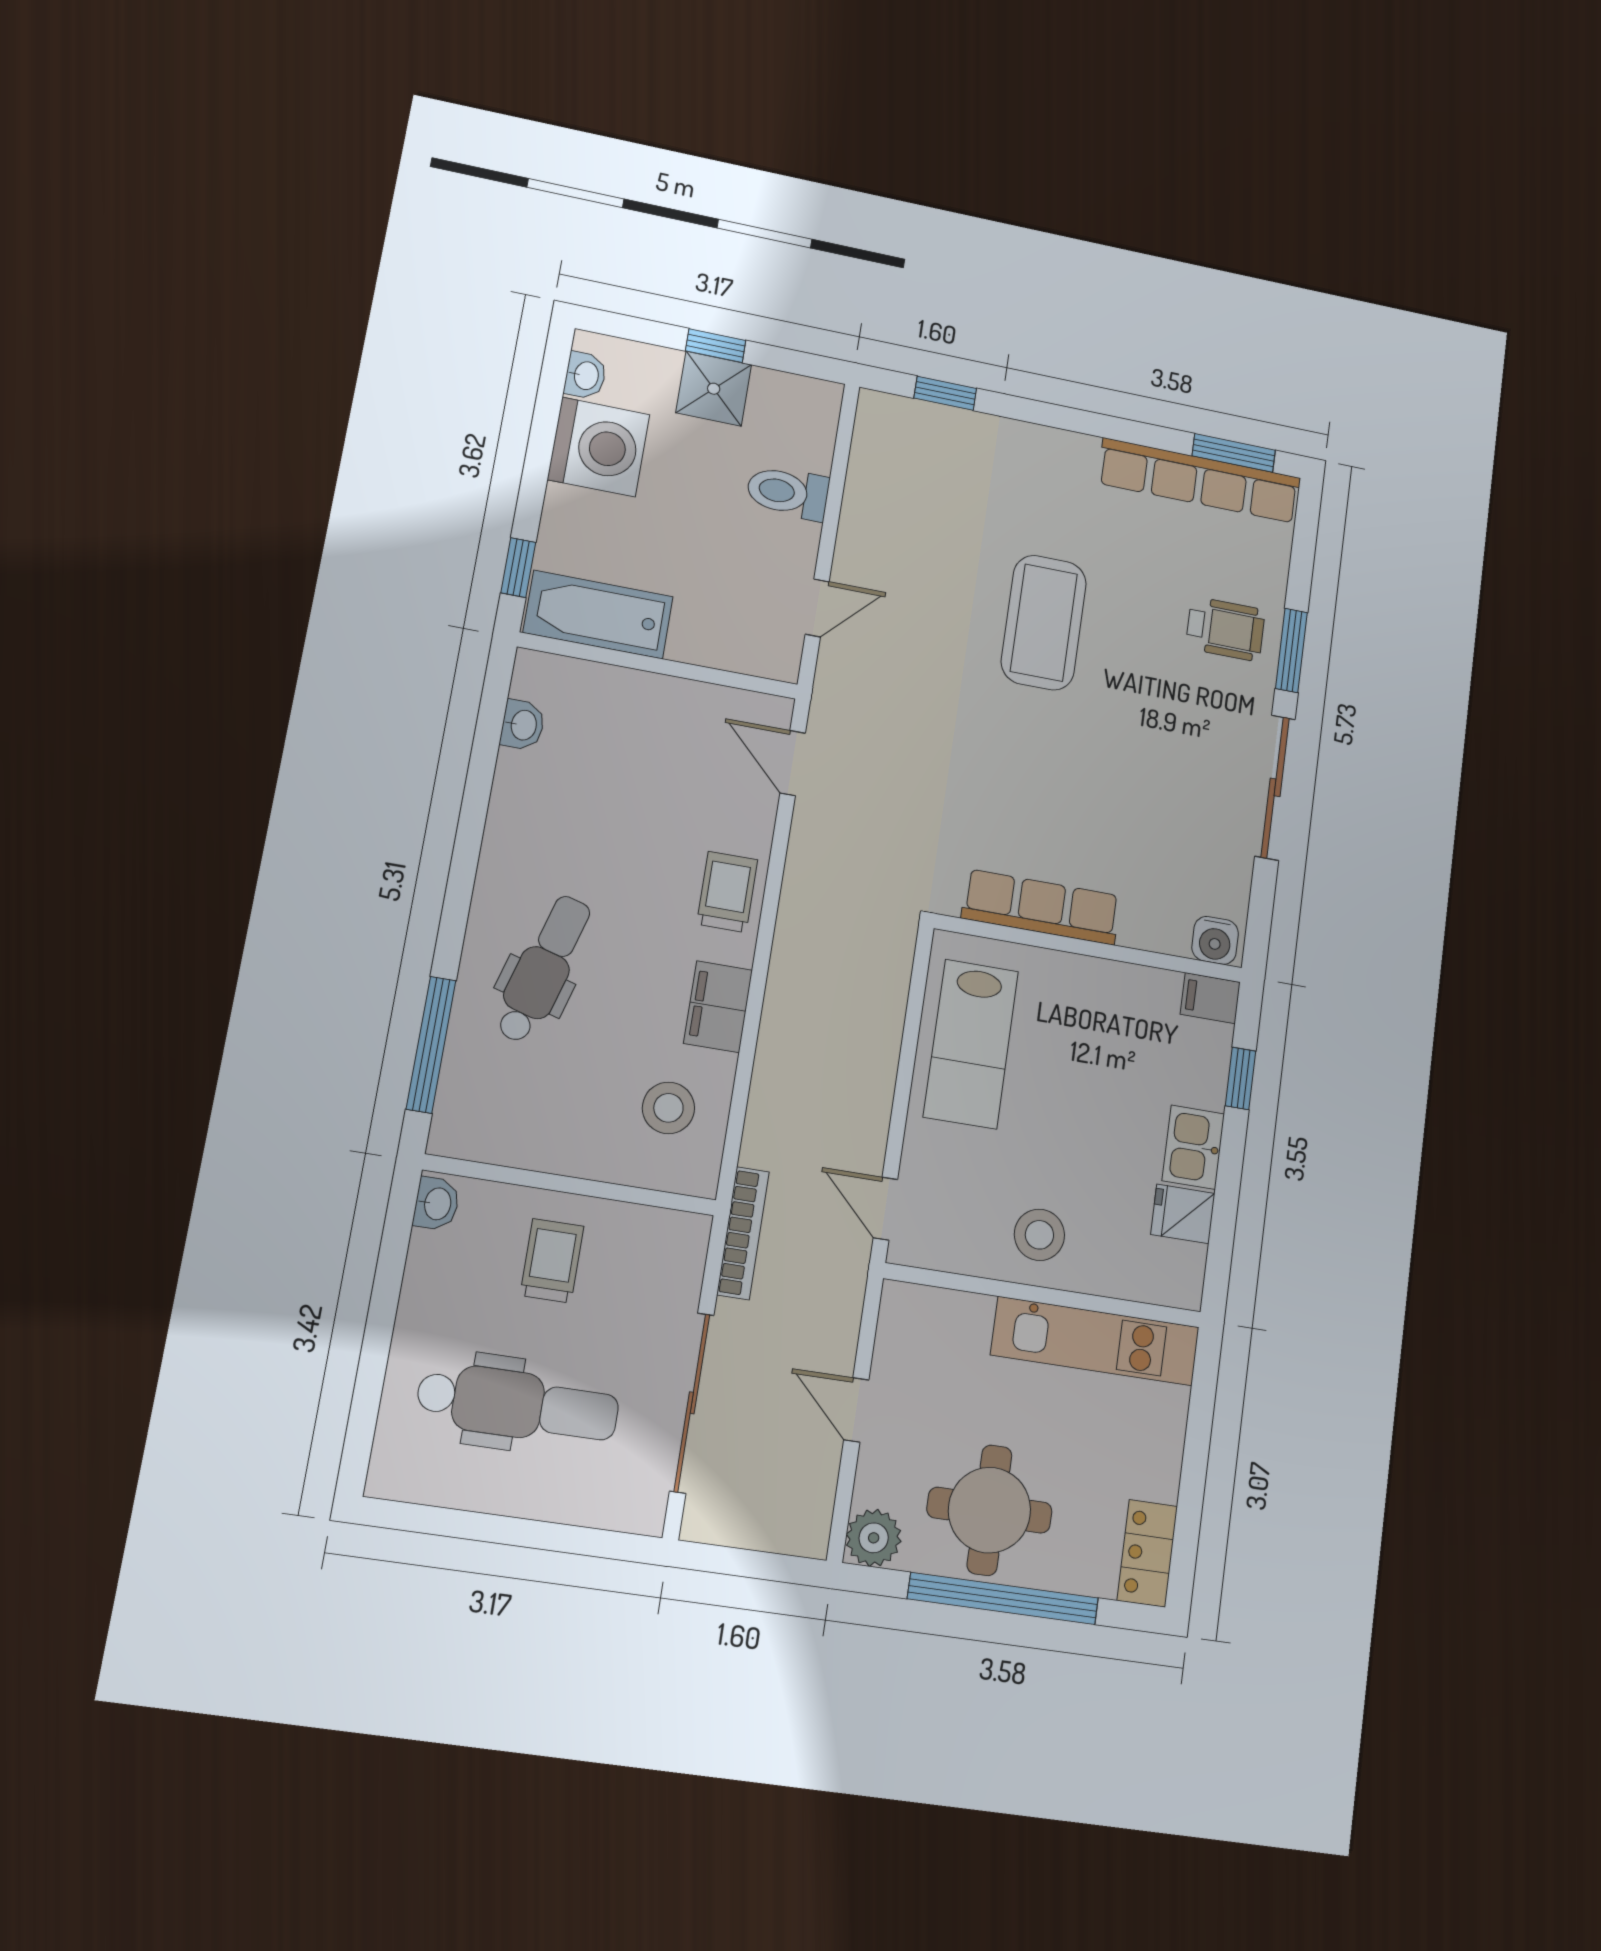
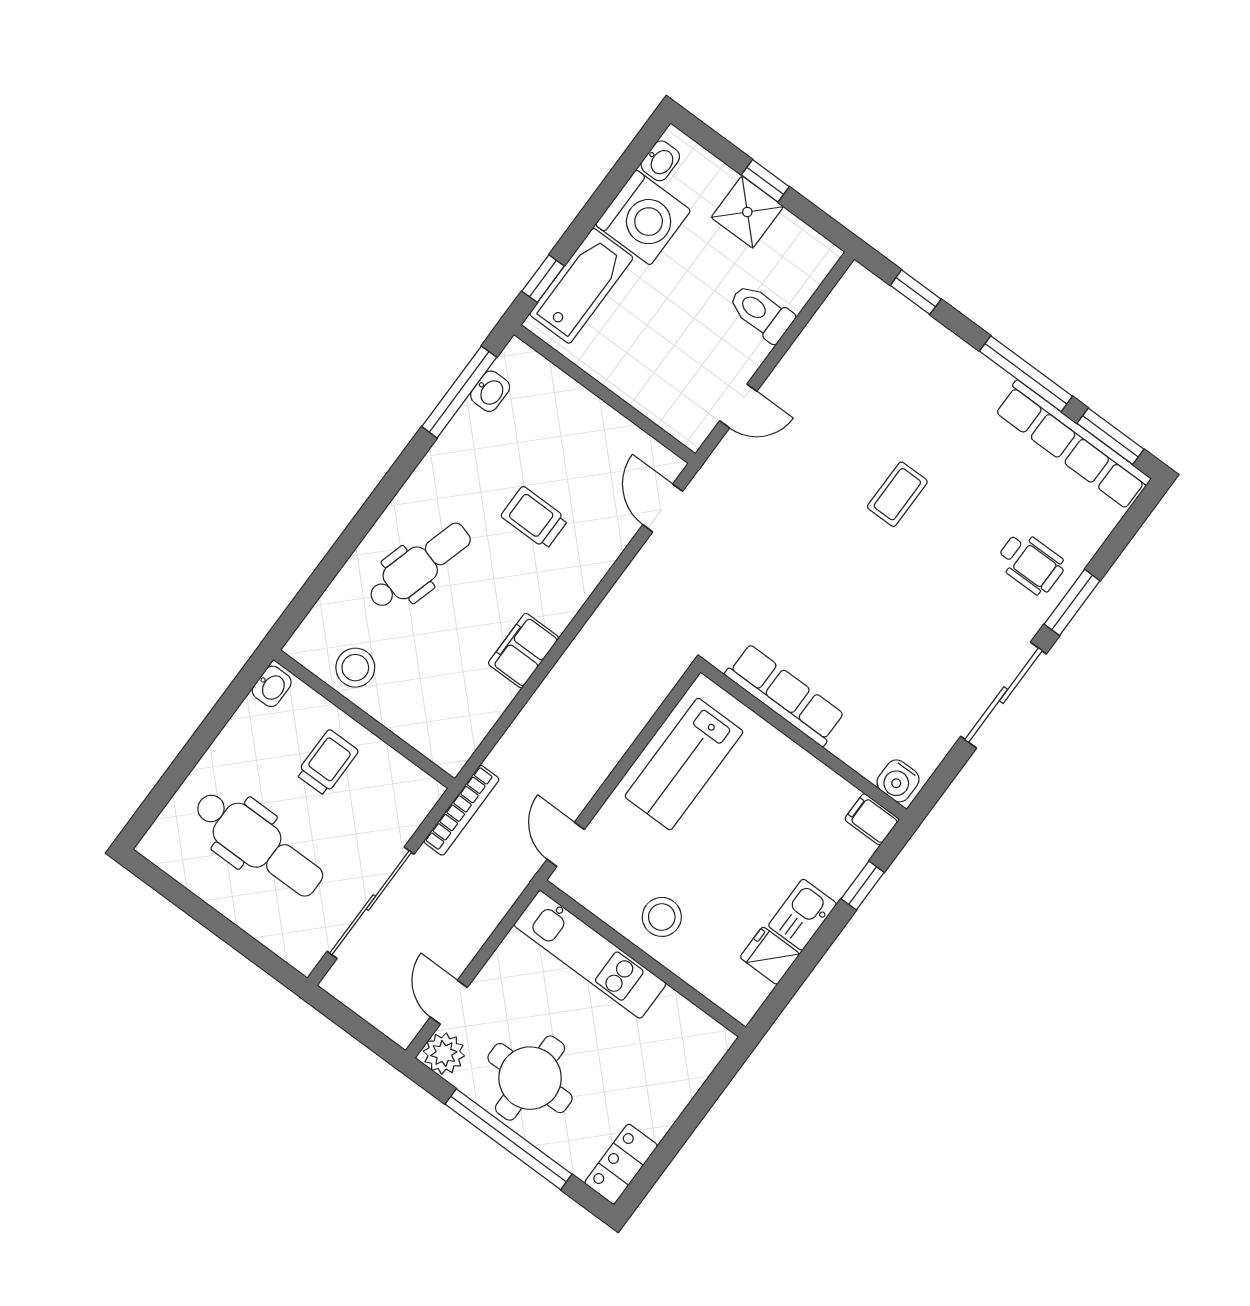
window: (1110, 427) -> (1026, 374), added
bathtub: (598, 615) -> (581, 286), moved, turned 90
coffee table: (1044, 623) -> (897, 494), width x0.54, depth x0.58
trolley: (727, 892) -> (534, 518), moved, turned -90
window: (431, 1045) -> (459, 392), moved
stool: (668, 1108) -> (355, 668), moved
kitchen unit: (1095, 1341) -> (590, 954), moved
door: (856, 1410) -> (449, 1002), moved

